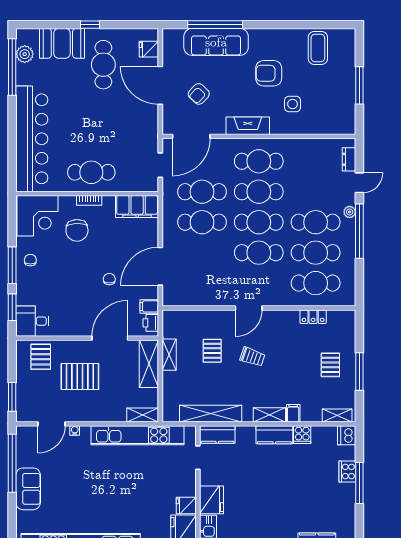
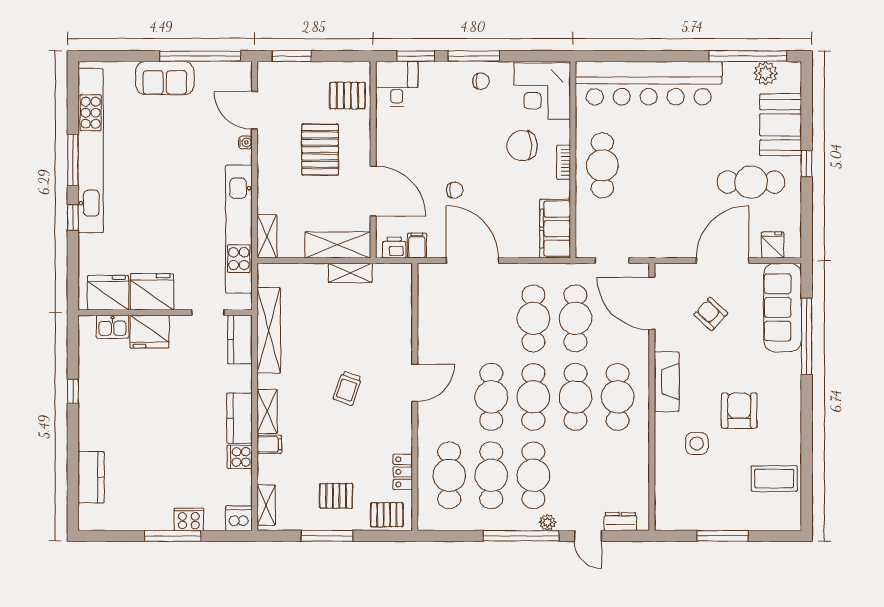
sofa: (216, 42) -> (783, 307), moved
door: (249, 308) -> (415, 383), swing flipped
pallet: (212, 351) -> (387, 515), moved
fridge: (186, 505) -> (152, 292), width x1.88, depth x1.34

